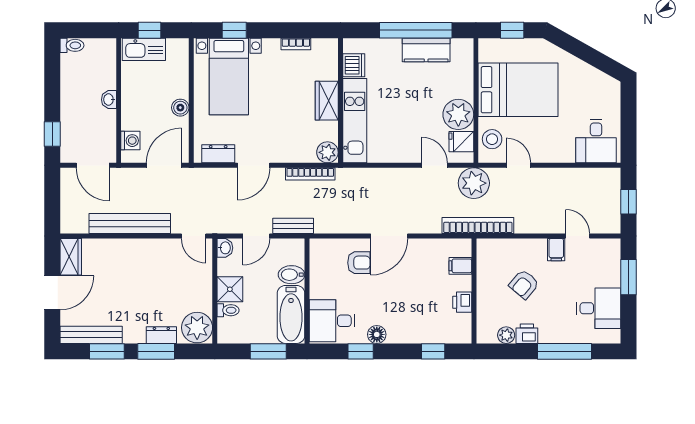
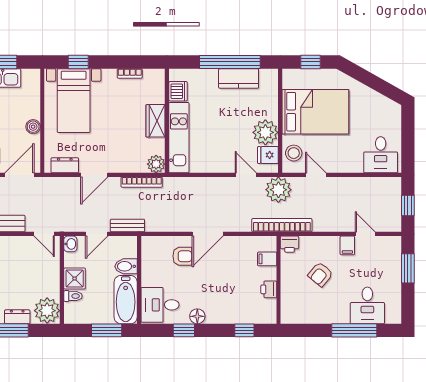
desk: (599, 308) -> (367, 305), moved, turned 90
printer: (527, 334) -> (290, 244), moved, turned 180
plant: (506, 335) -> (305, 317), removed

